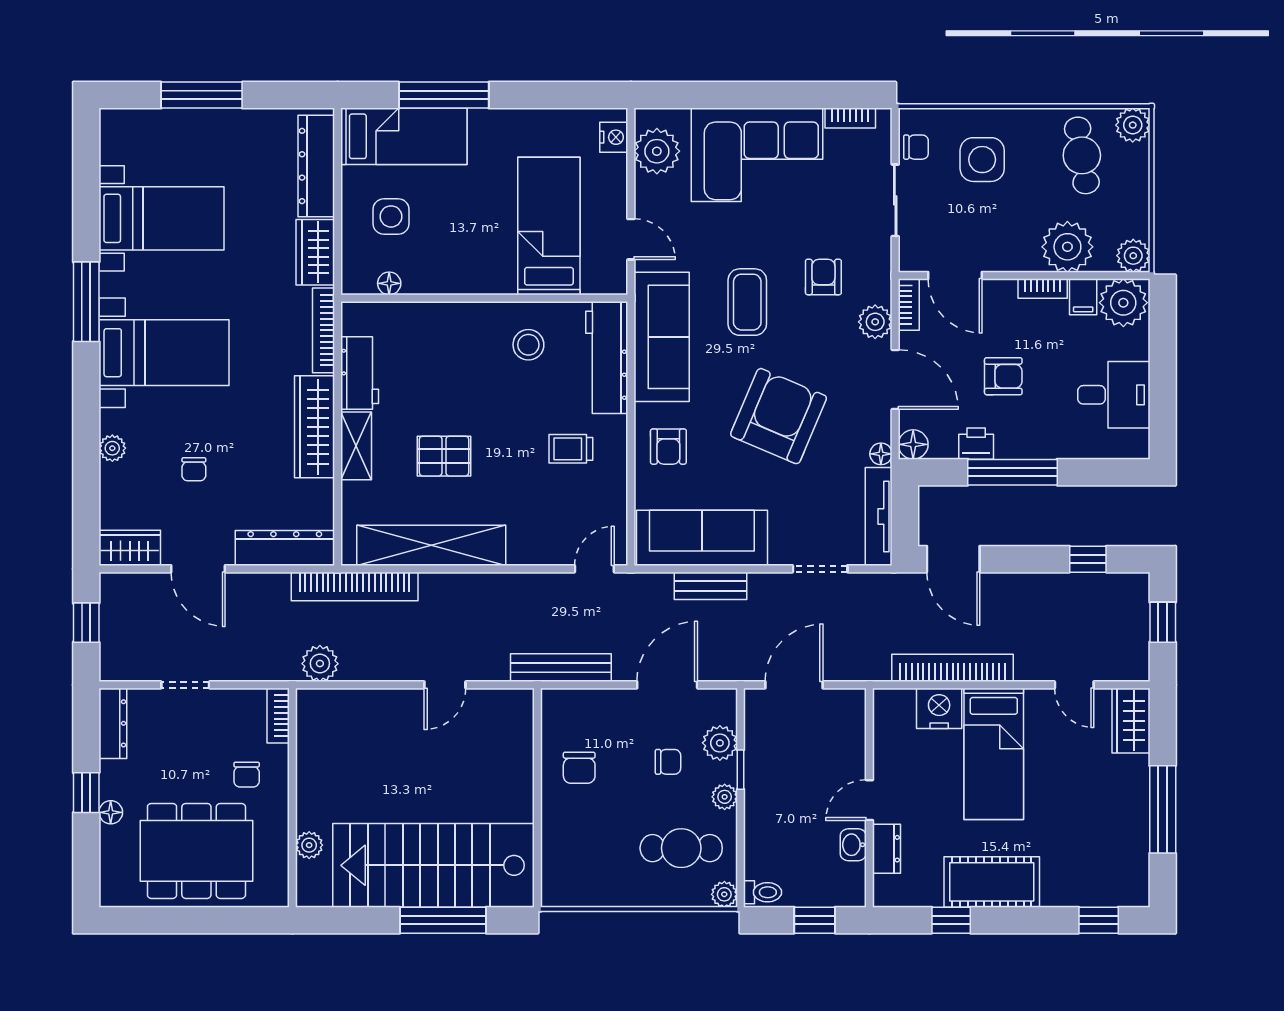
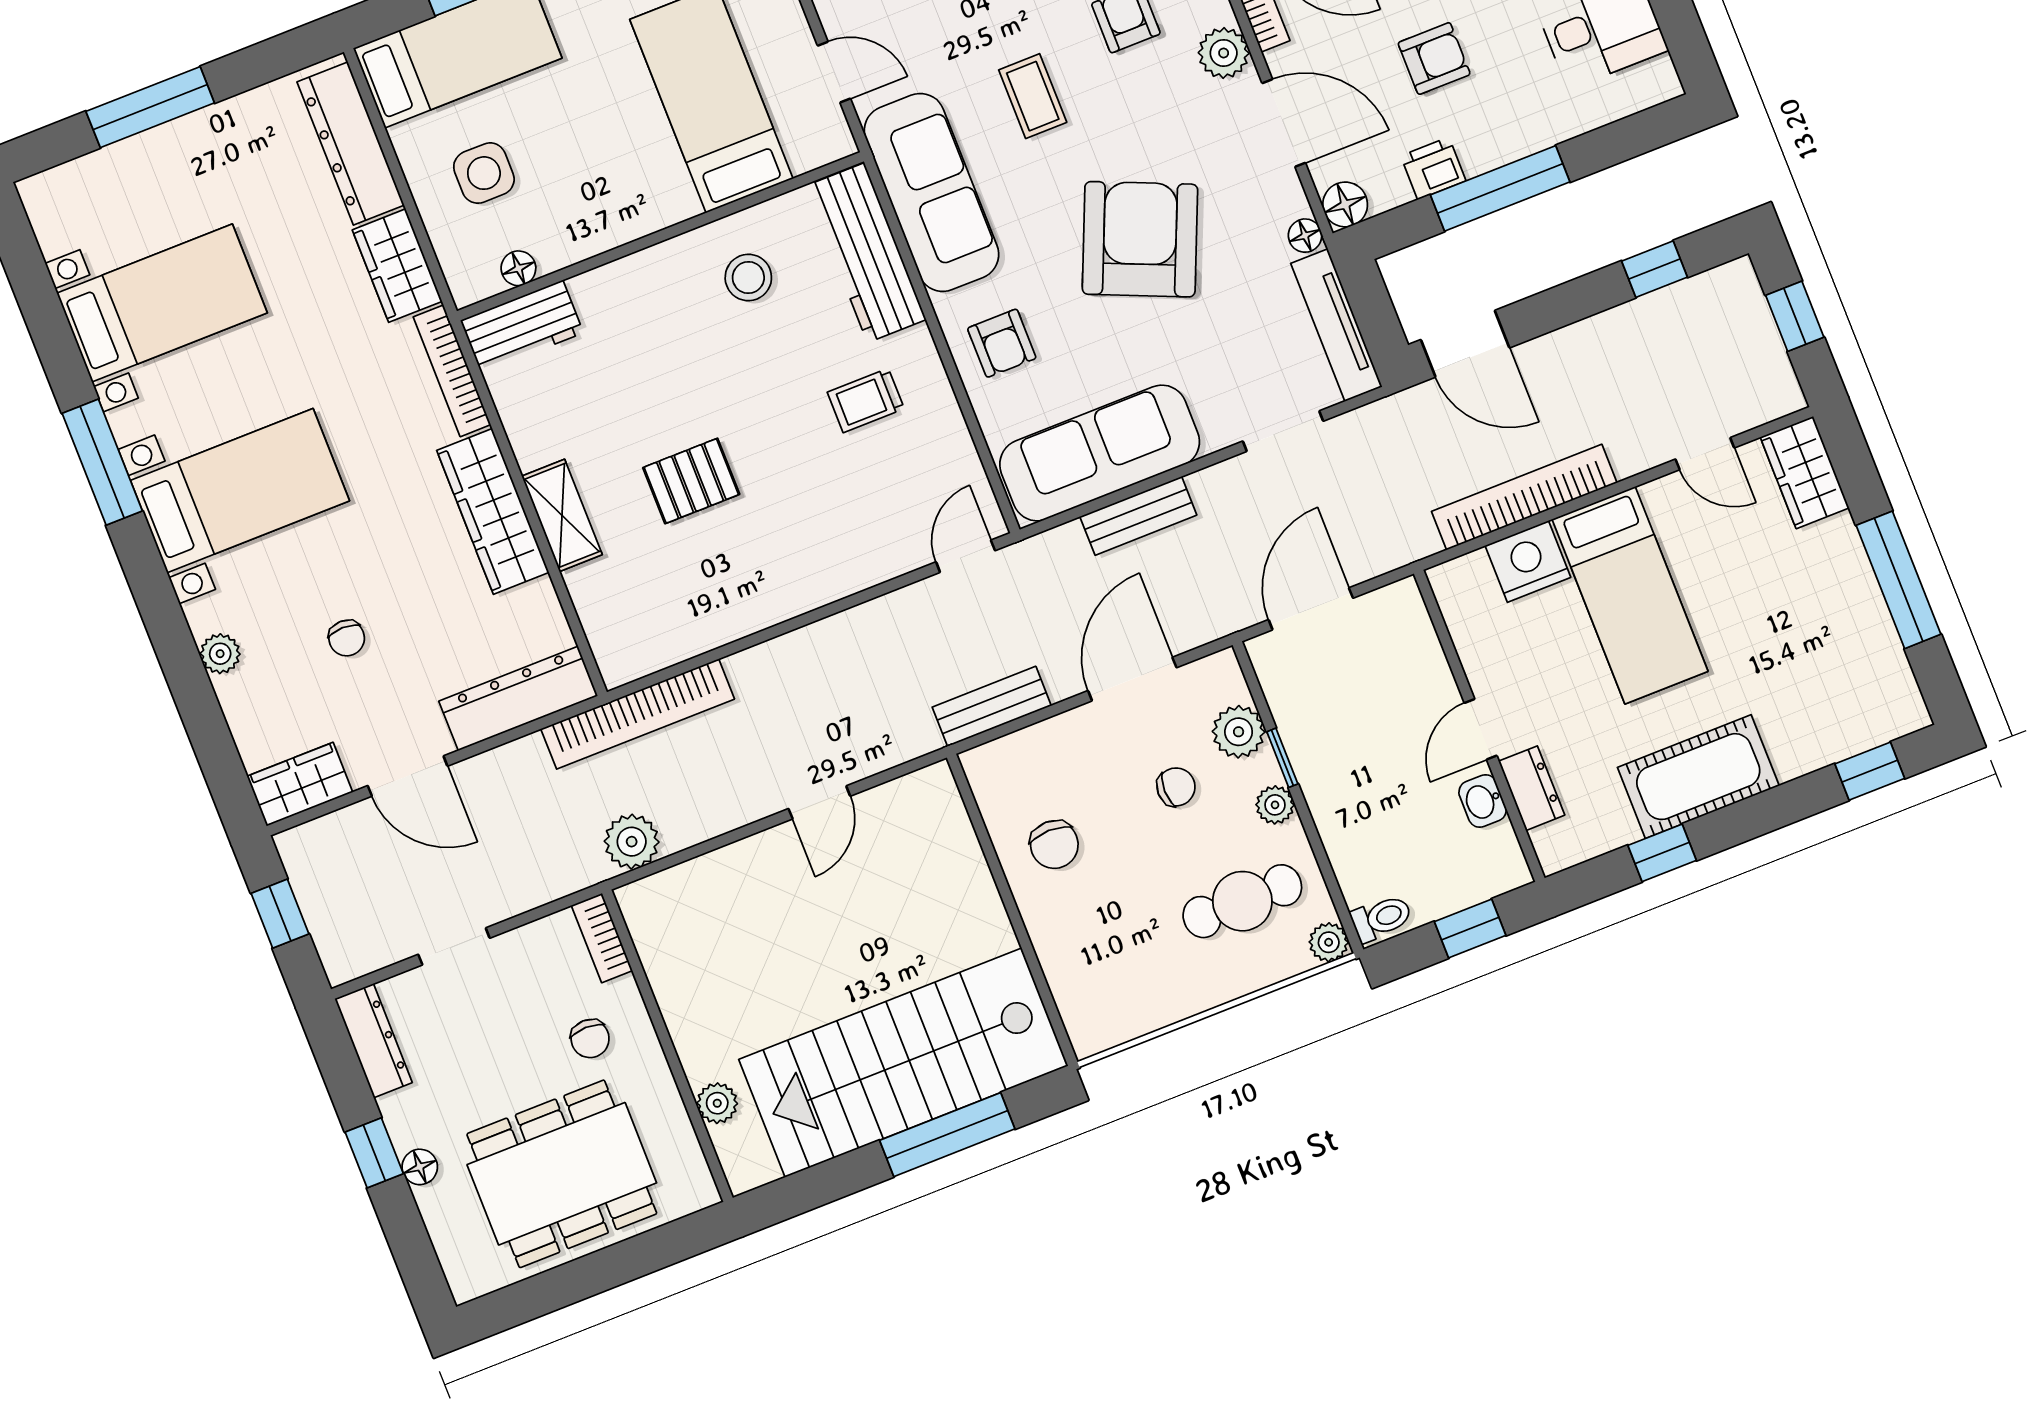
coffee table: (747, 302) -> (1033, 96), width x0.73, depth x0.77
workbench: (360, 373) -> (522, 327), moved, turned 90
shelving: (431, 545) -> (723, 614), removed
bench: (561, 668) -> (992, 706), width x0.73

